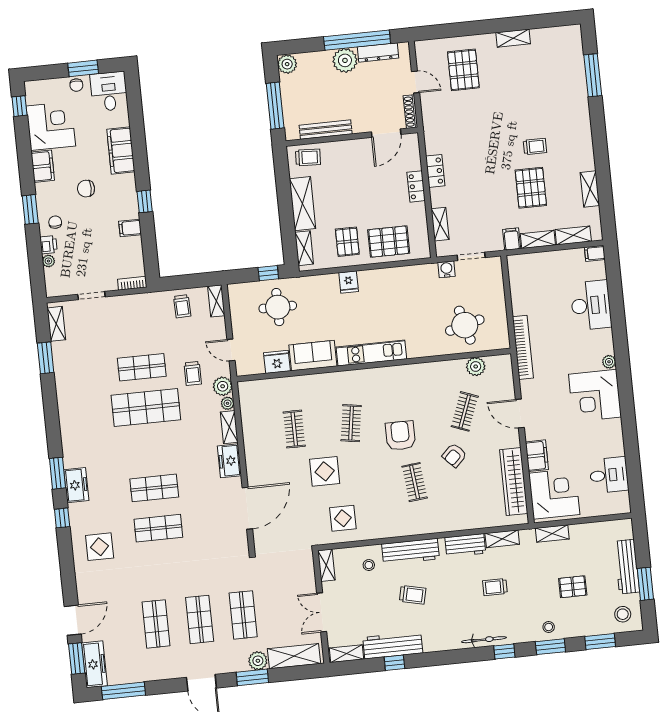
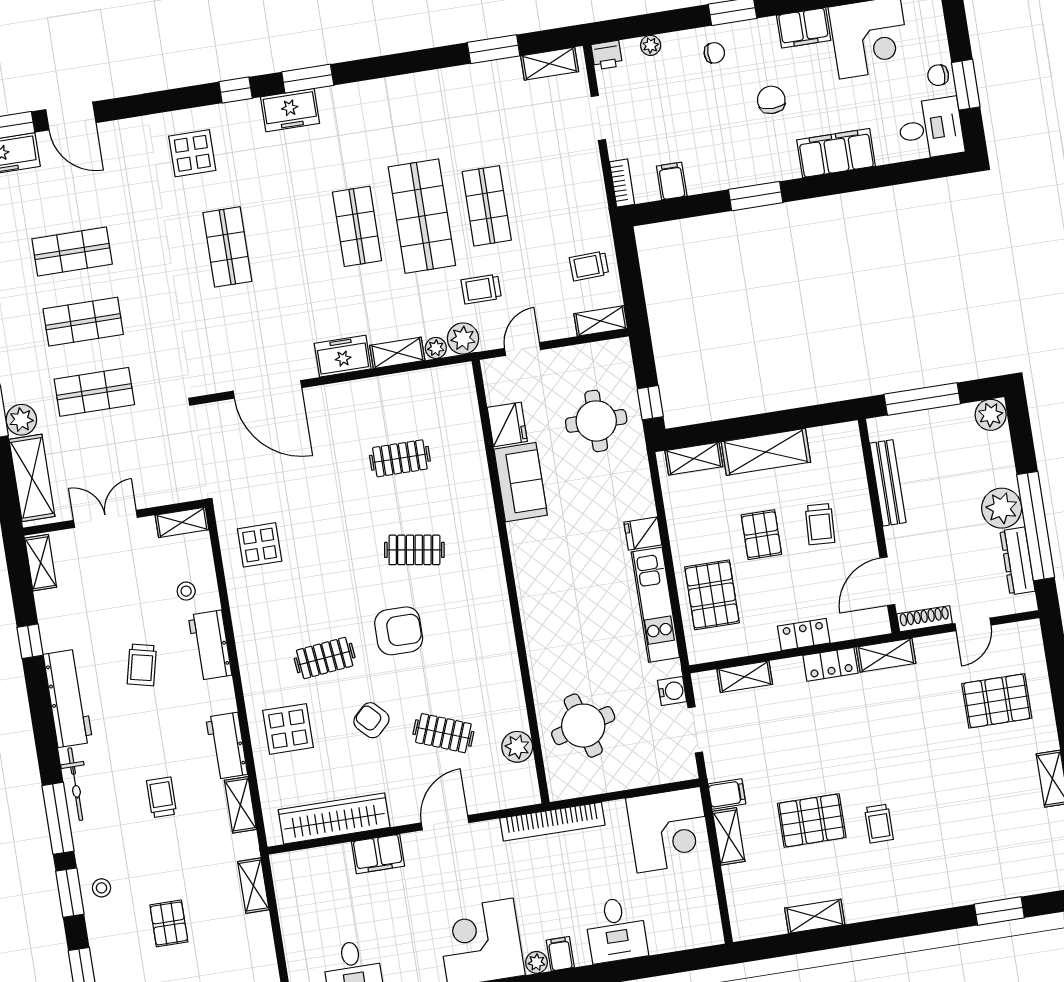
window: (593, 75) -> (999, 911), width x0.69
door: (386, 133) -> (887, 581), hinge flipped
trolley: (308, 157) -> (820, 524), moved
window: (145, 201) -> (756, 196), width x1.50
filing cabinet: (130, 228) -> (672, 181), moved
shelving: (573, 235) -> (886, 655), moved, turned 90
pallet: (347, 242) -> (761, 535), moved, turned 90
printer: (48, 245) -> (607, 55), moved
filing cabinet: (595, 253) -> (560, 954), moved
desk: (591, 305) -> (616, 930), width x0.73
kitchen unit: (371, 353) -> (655, 605), moved, turned 180
display table: (325, 471) -> (288, 729), moved
shop shelf: (154, 488) -> (357, 226), moved
corner desk: (554, 494) -> (669, 830), moved
workbench: (411, 551) -> (210, 645), width x0.73
workbench: (393, 645) -> (68, 698), moved
window: (504, 651) -> (58, 818), width x2.17

